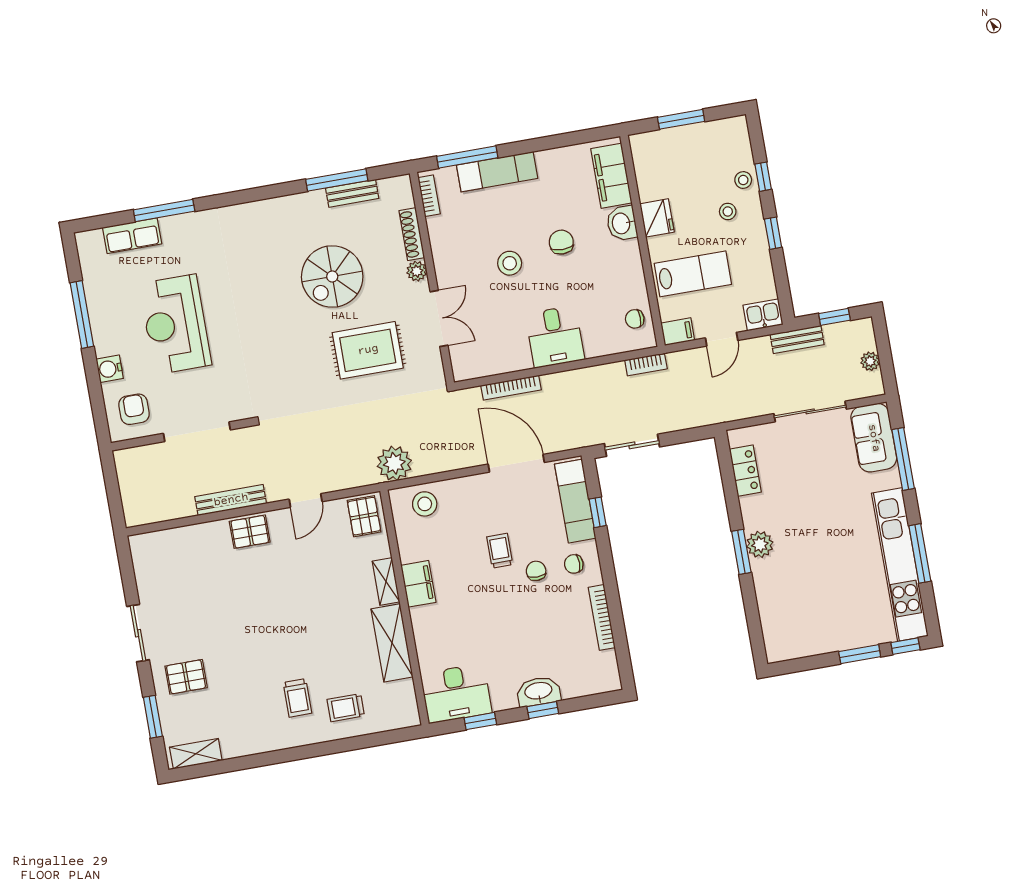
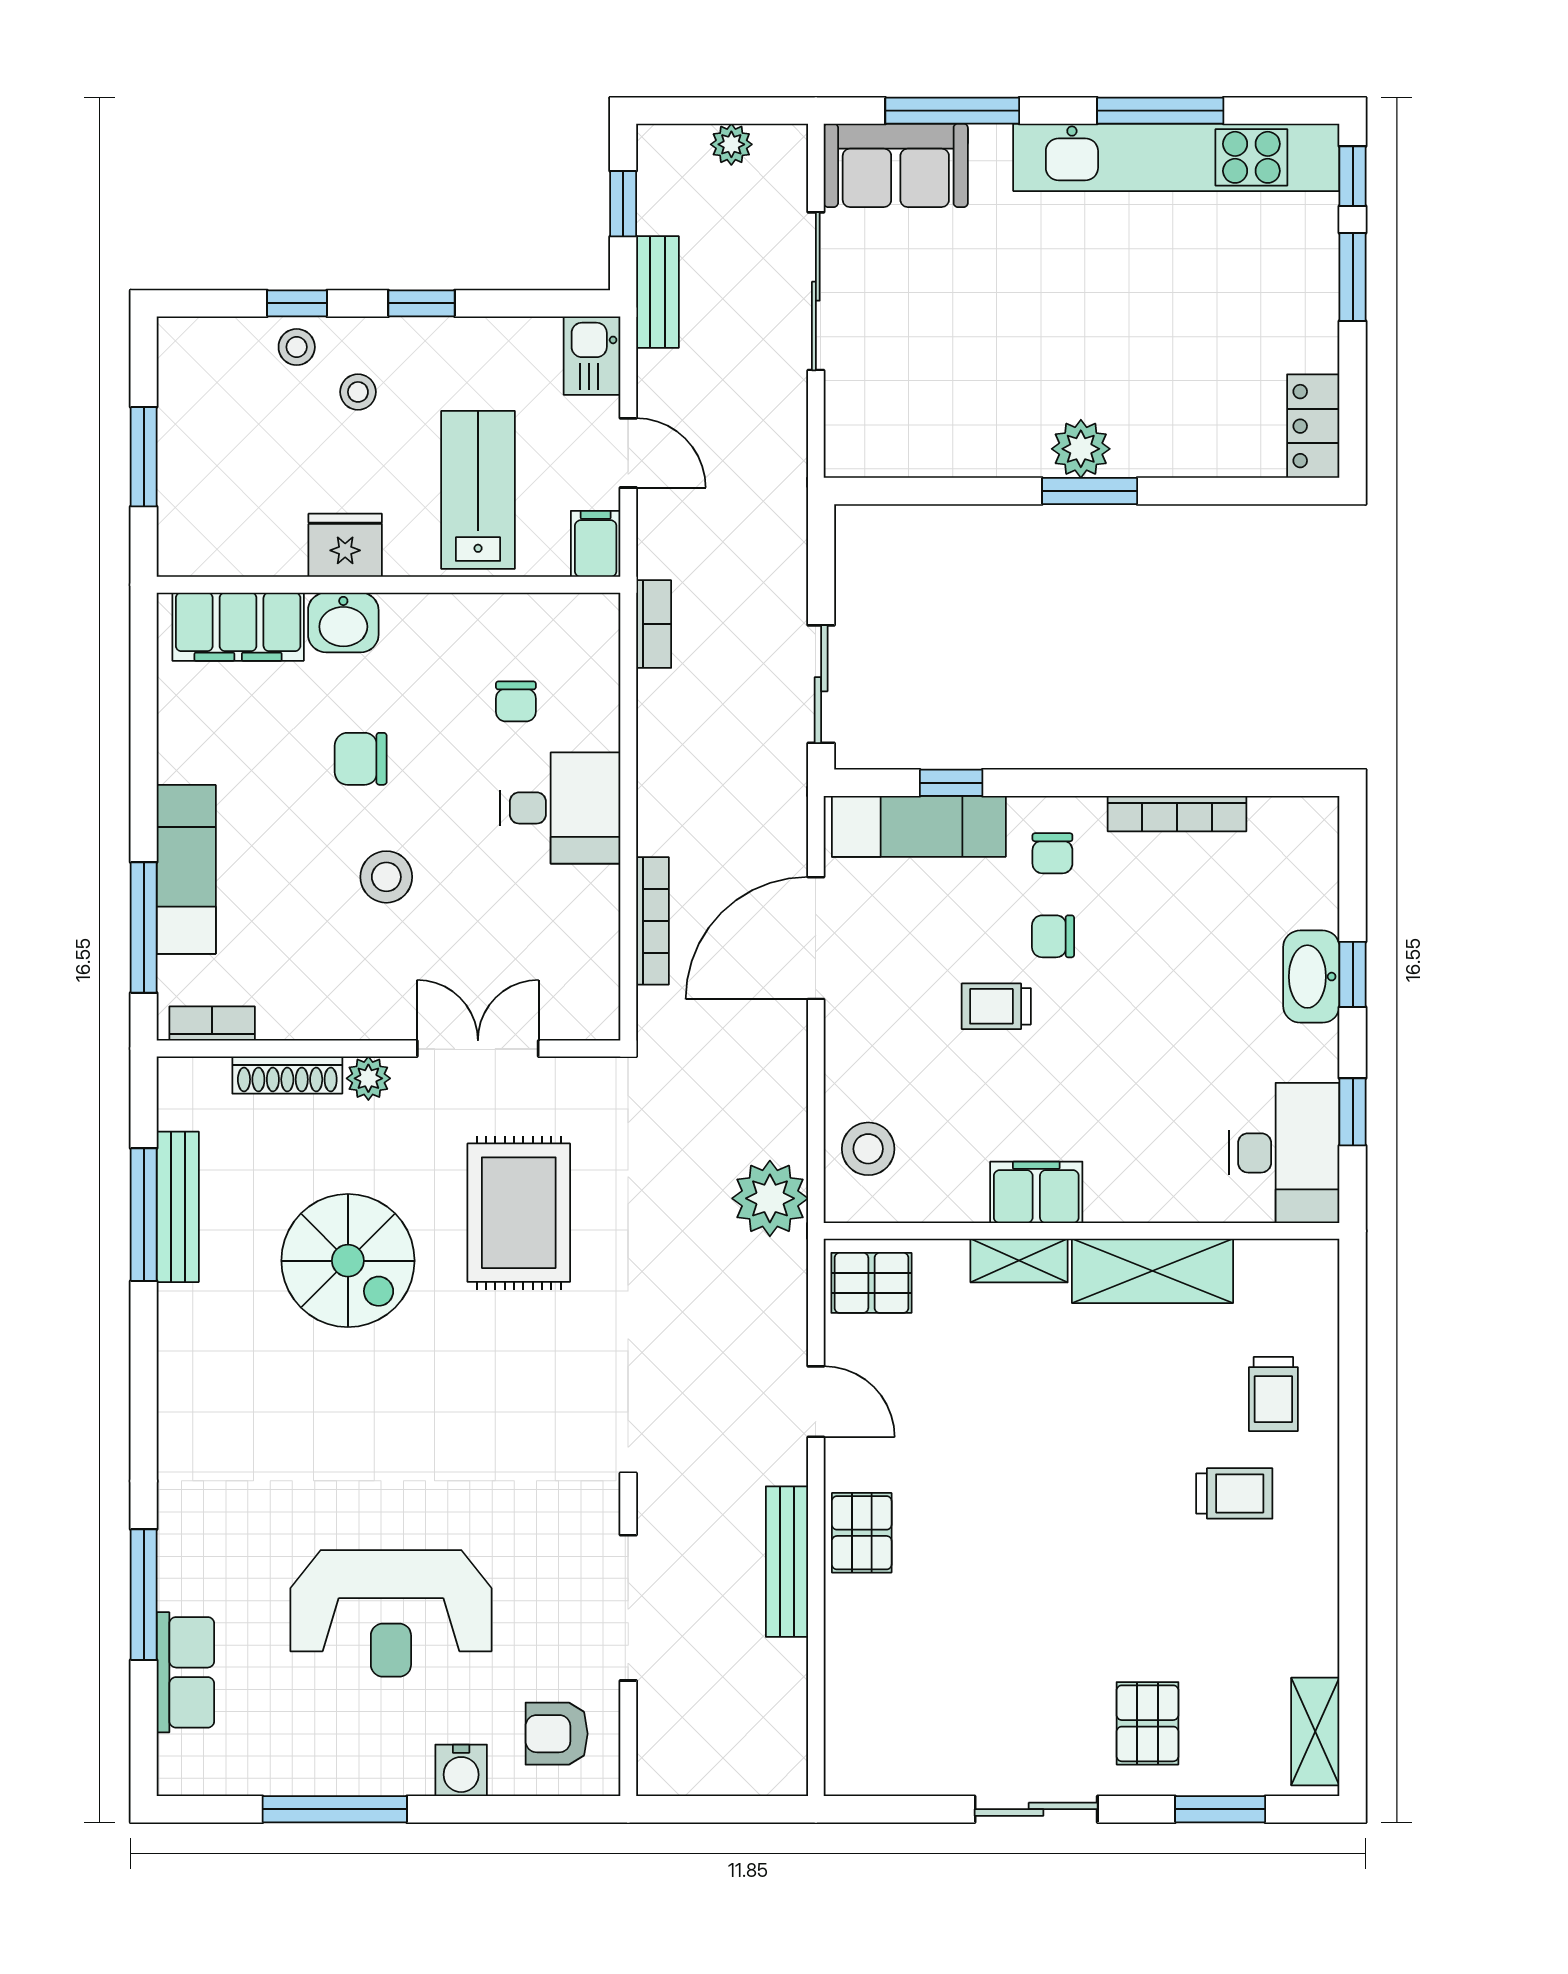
bench: (352, 193) -> (178, 1207), width x1.36
chair: (635, 319) -> (516, 701), moved
locker: (745, 471) -> (1313, 426), moved, turned -90

